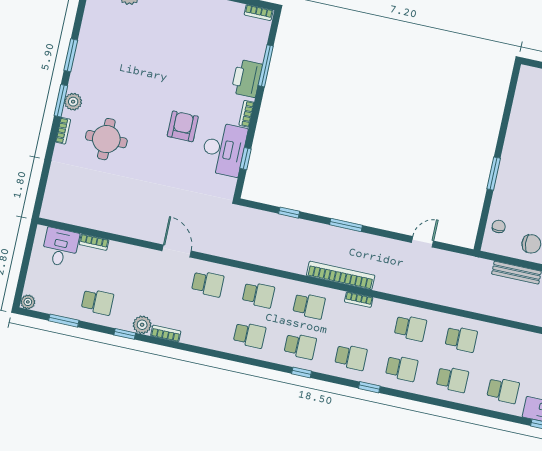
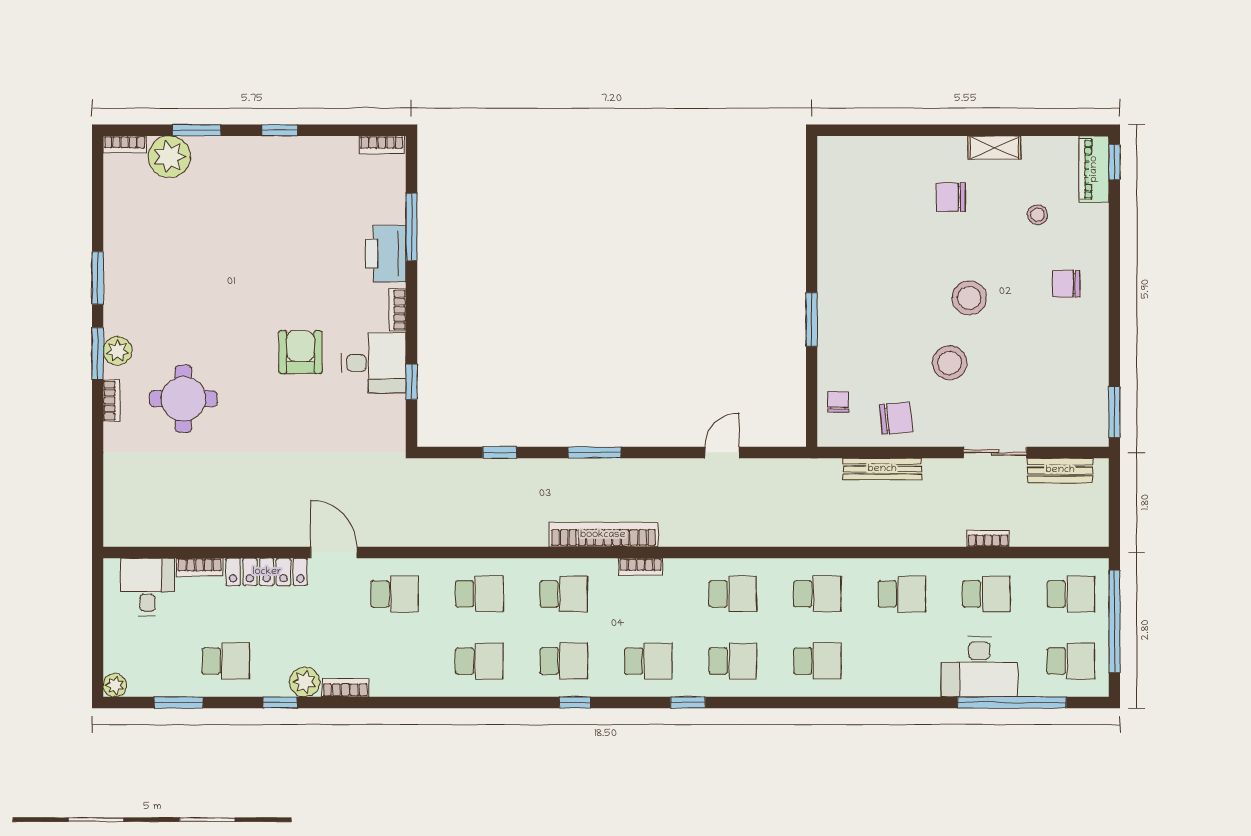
desk: (224, 149) -> (374, 363), width x0.73
locker: (134, 254) -> (267, 572), added
school desk: (503, 390) -> (902, 594), moved

